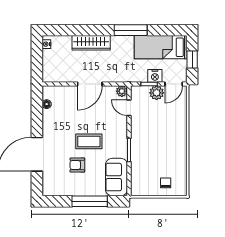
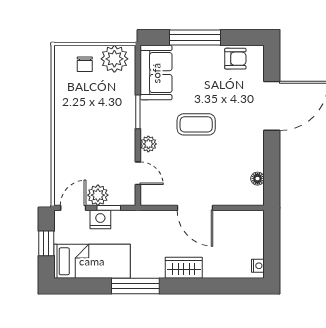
wardrobe: (91, 43) -> (184, 268), width x0.67
door: (90, 84) -> (195, 208), swing flipped
plant: (122, 91) -> (148, 144), moved
armchair: (77, 165) -> (235, 59), moved
plant: (145, 187) -> (114, 59), added

